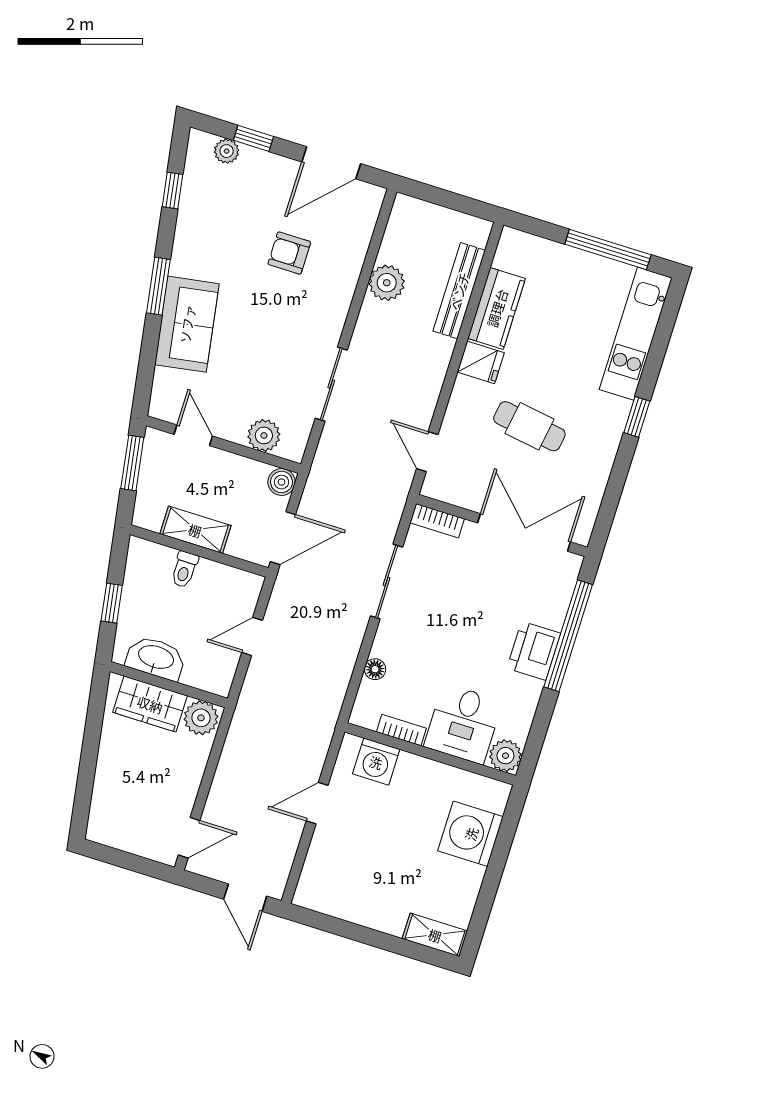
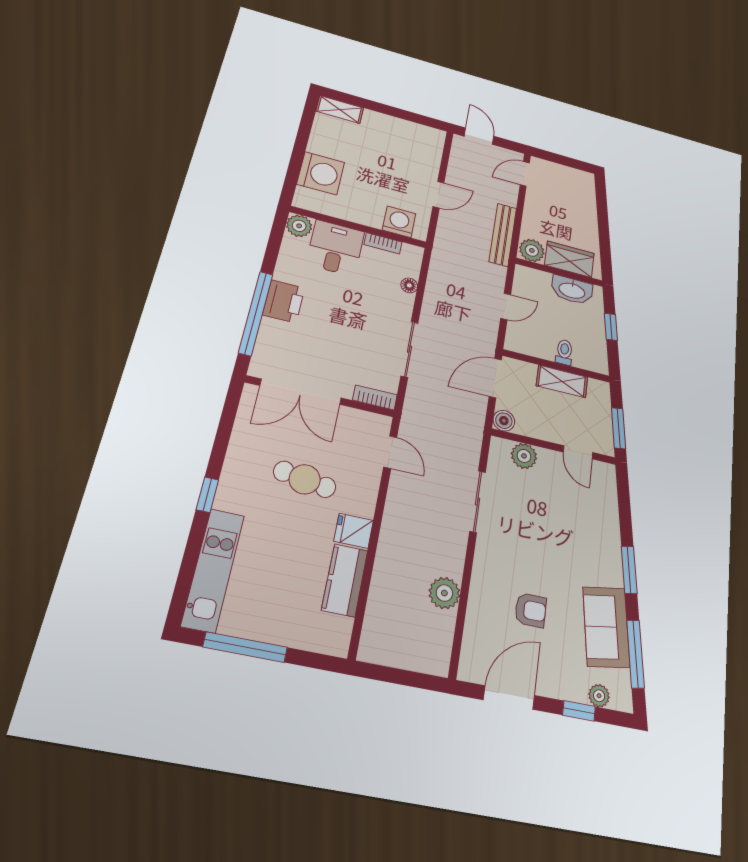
window: (172, 190) -> (635, 654), width x2.17
bench: (459, 291) -> (503, 235), moved
sofa: (187, 324) -> (606, 627), moved

